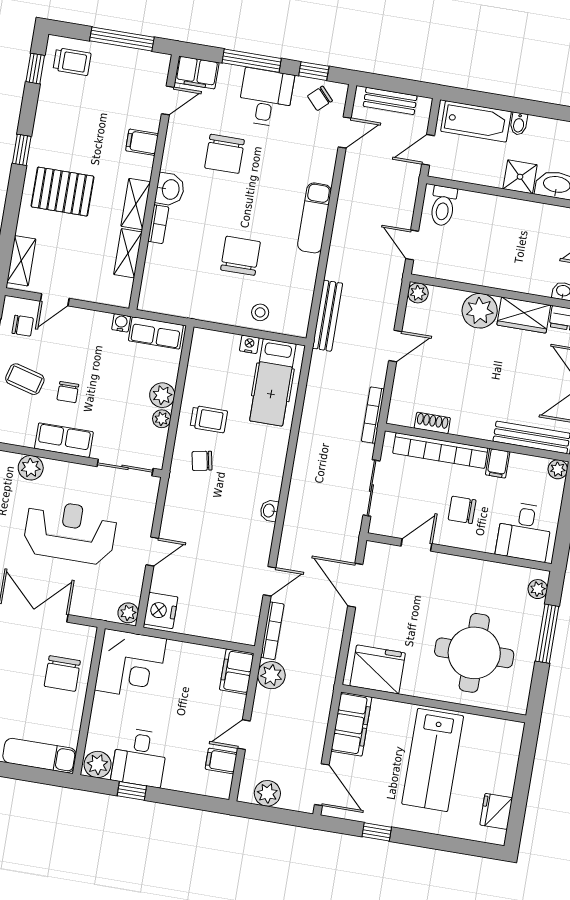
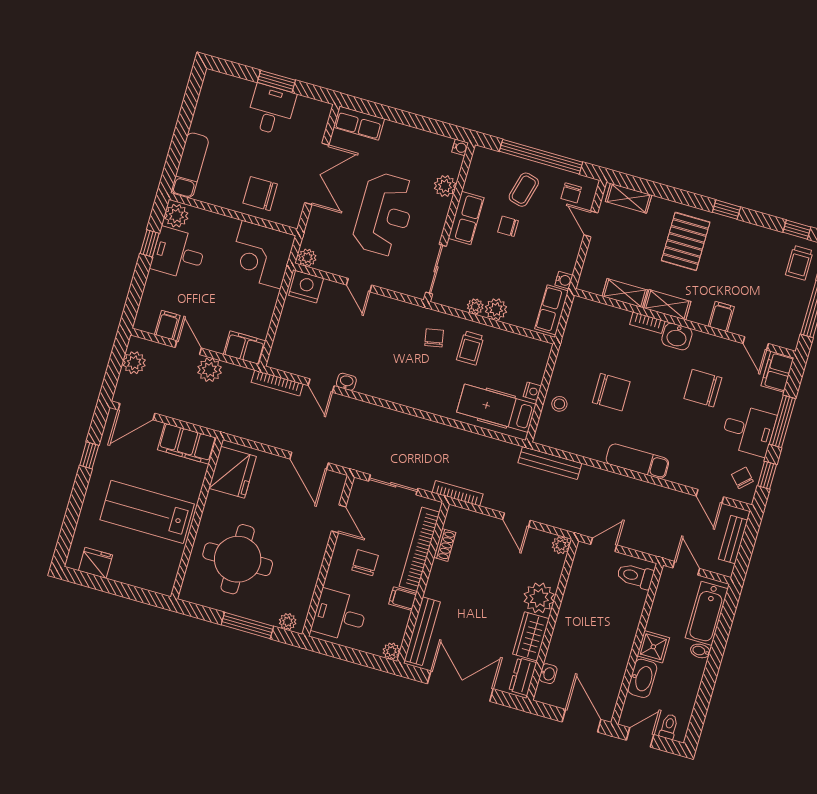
washbasin: (269, 511) -> (346, 382), moved
door: (355, 585) -> (309, 461), swing flipped
plant: (271, 675) -> (210, 370), moved

